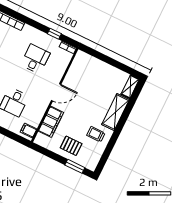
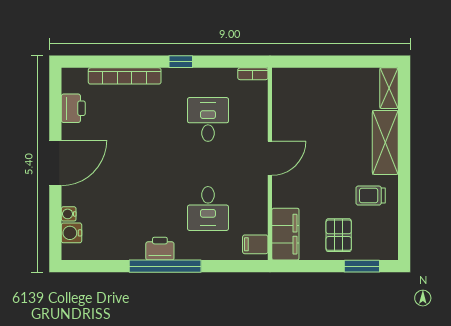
window: (54, 34) -> (181, 62), moved
filing cabinet: (51, 122) -> (285, 234), moved
pallet: (71, 146) -> (339, 235), turned 90

